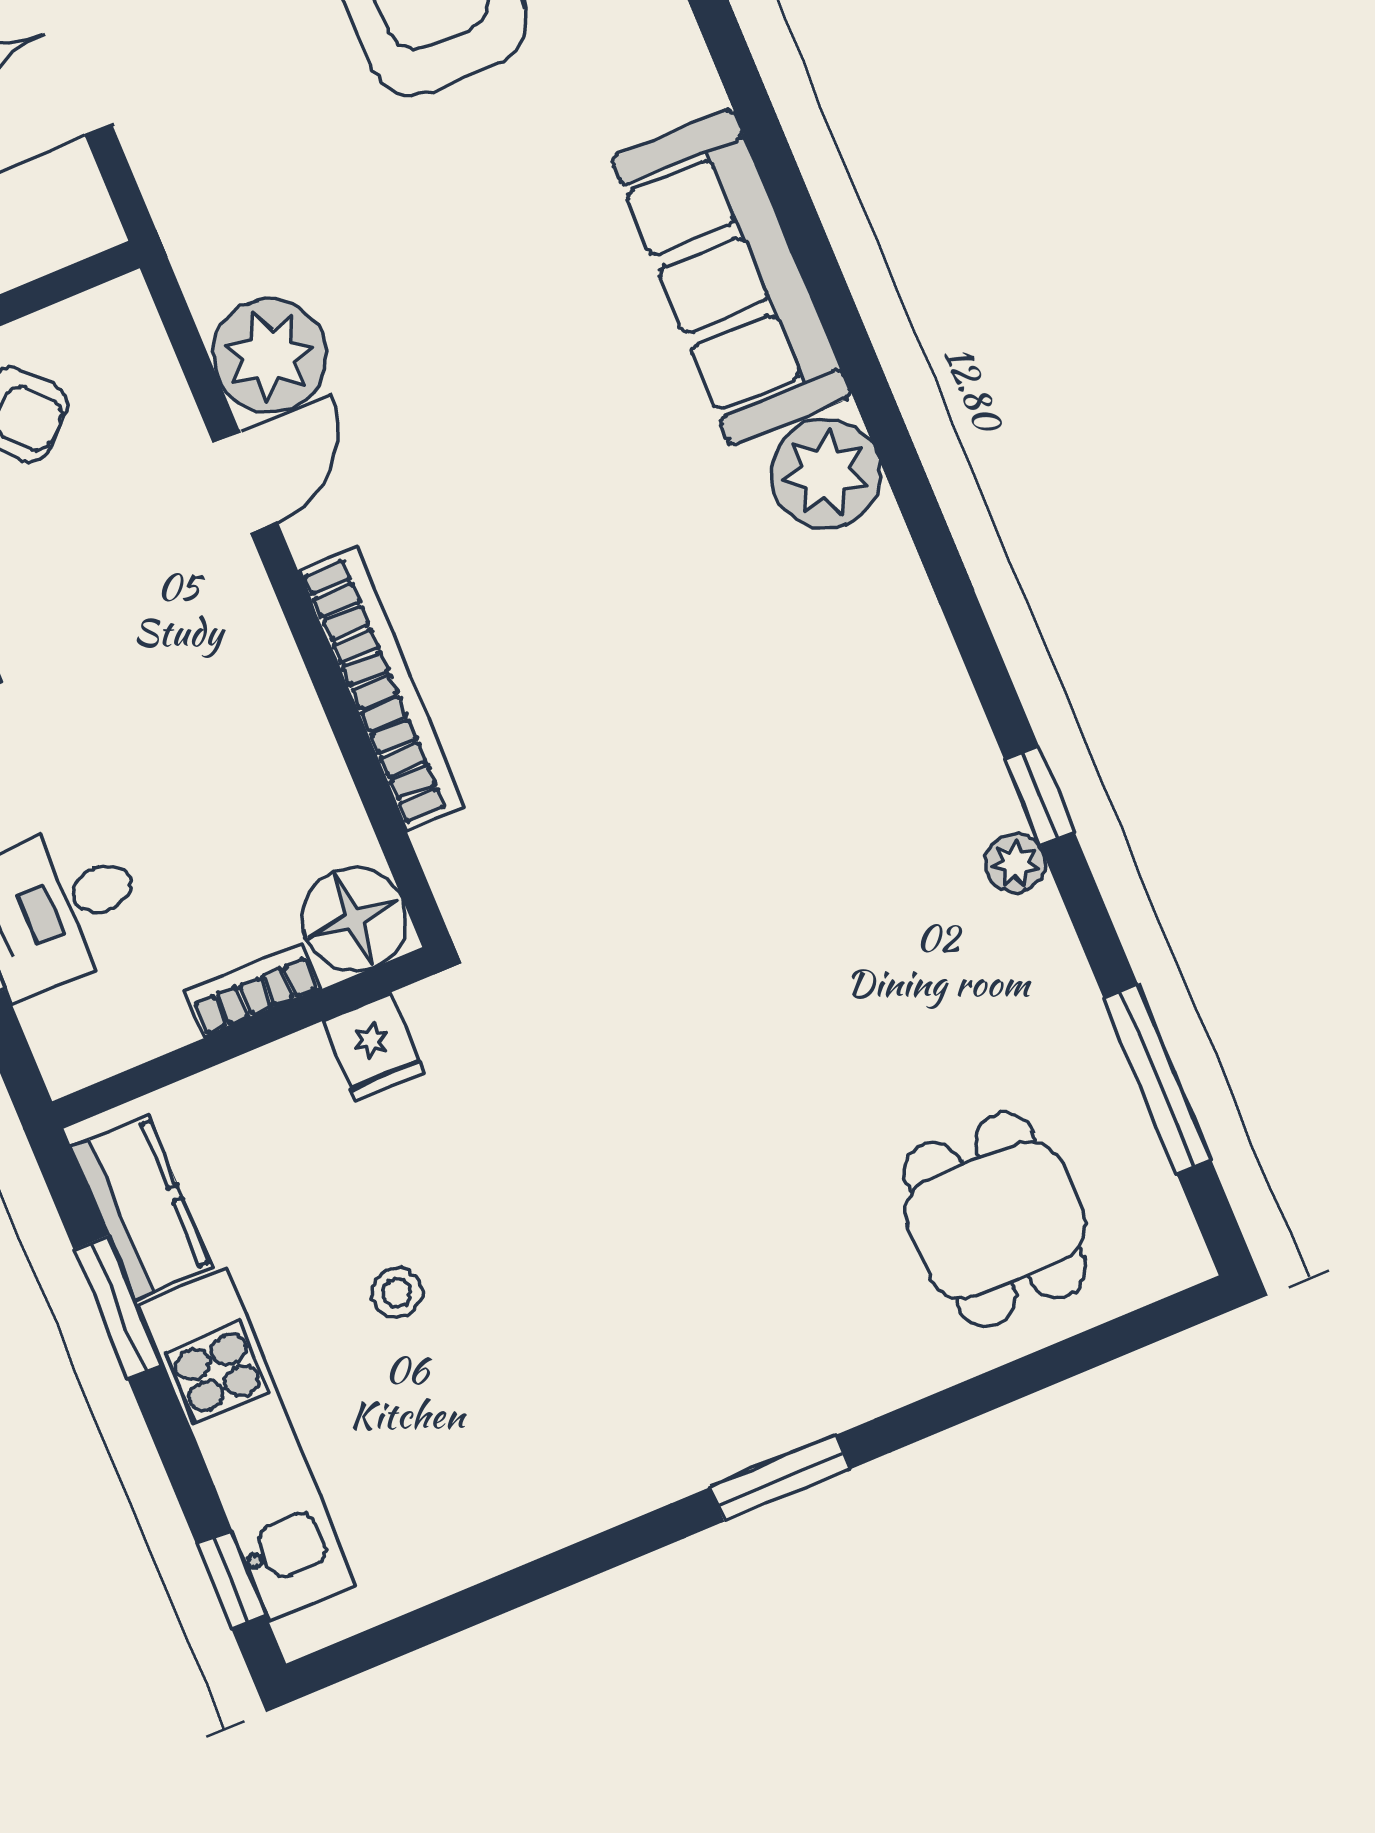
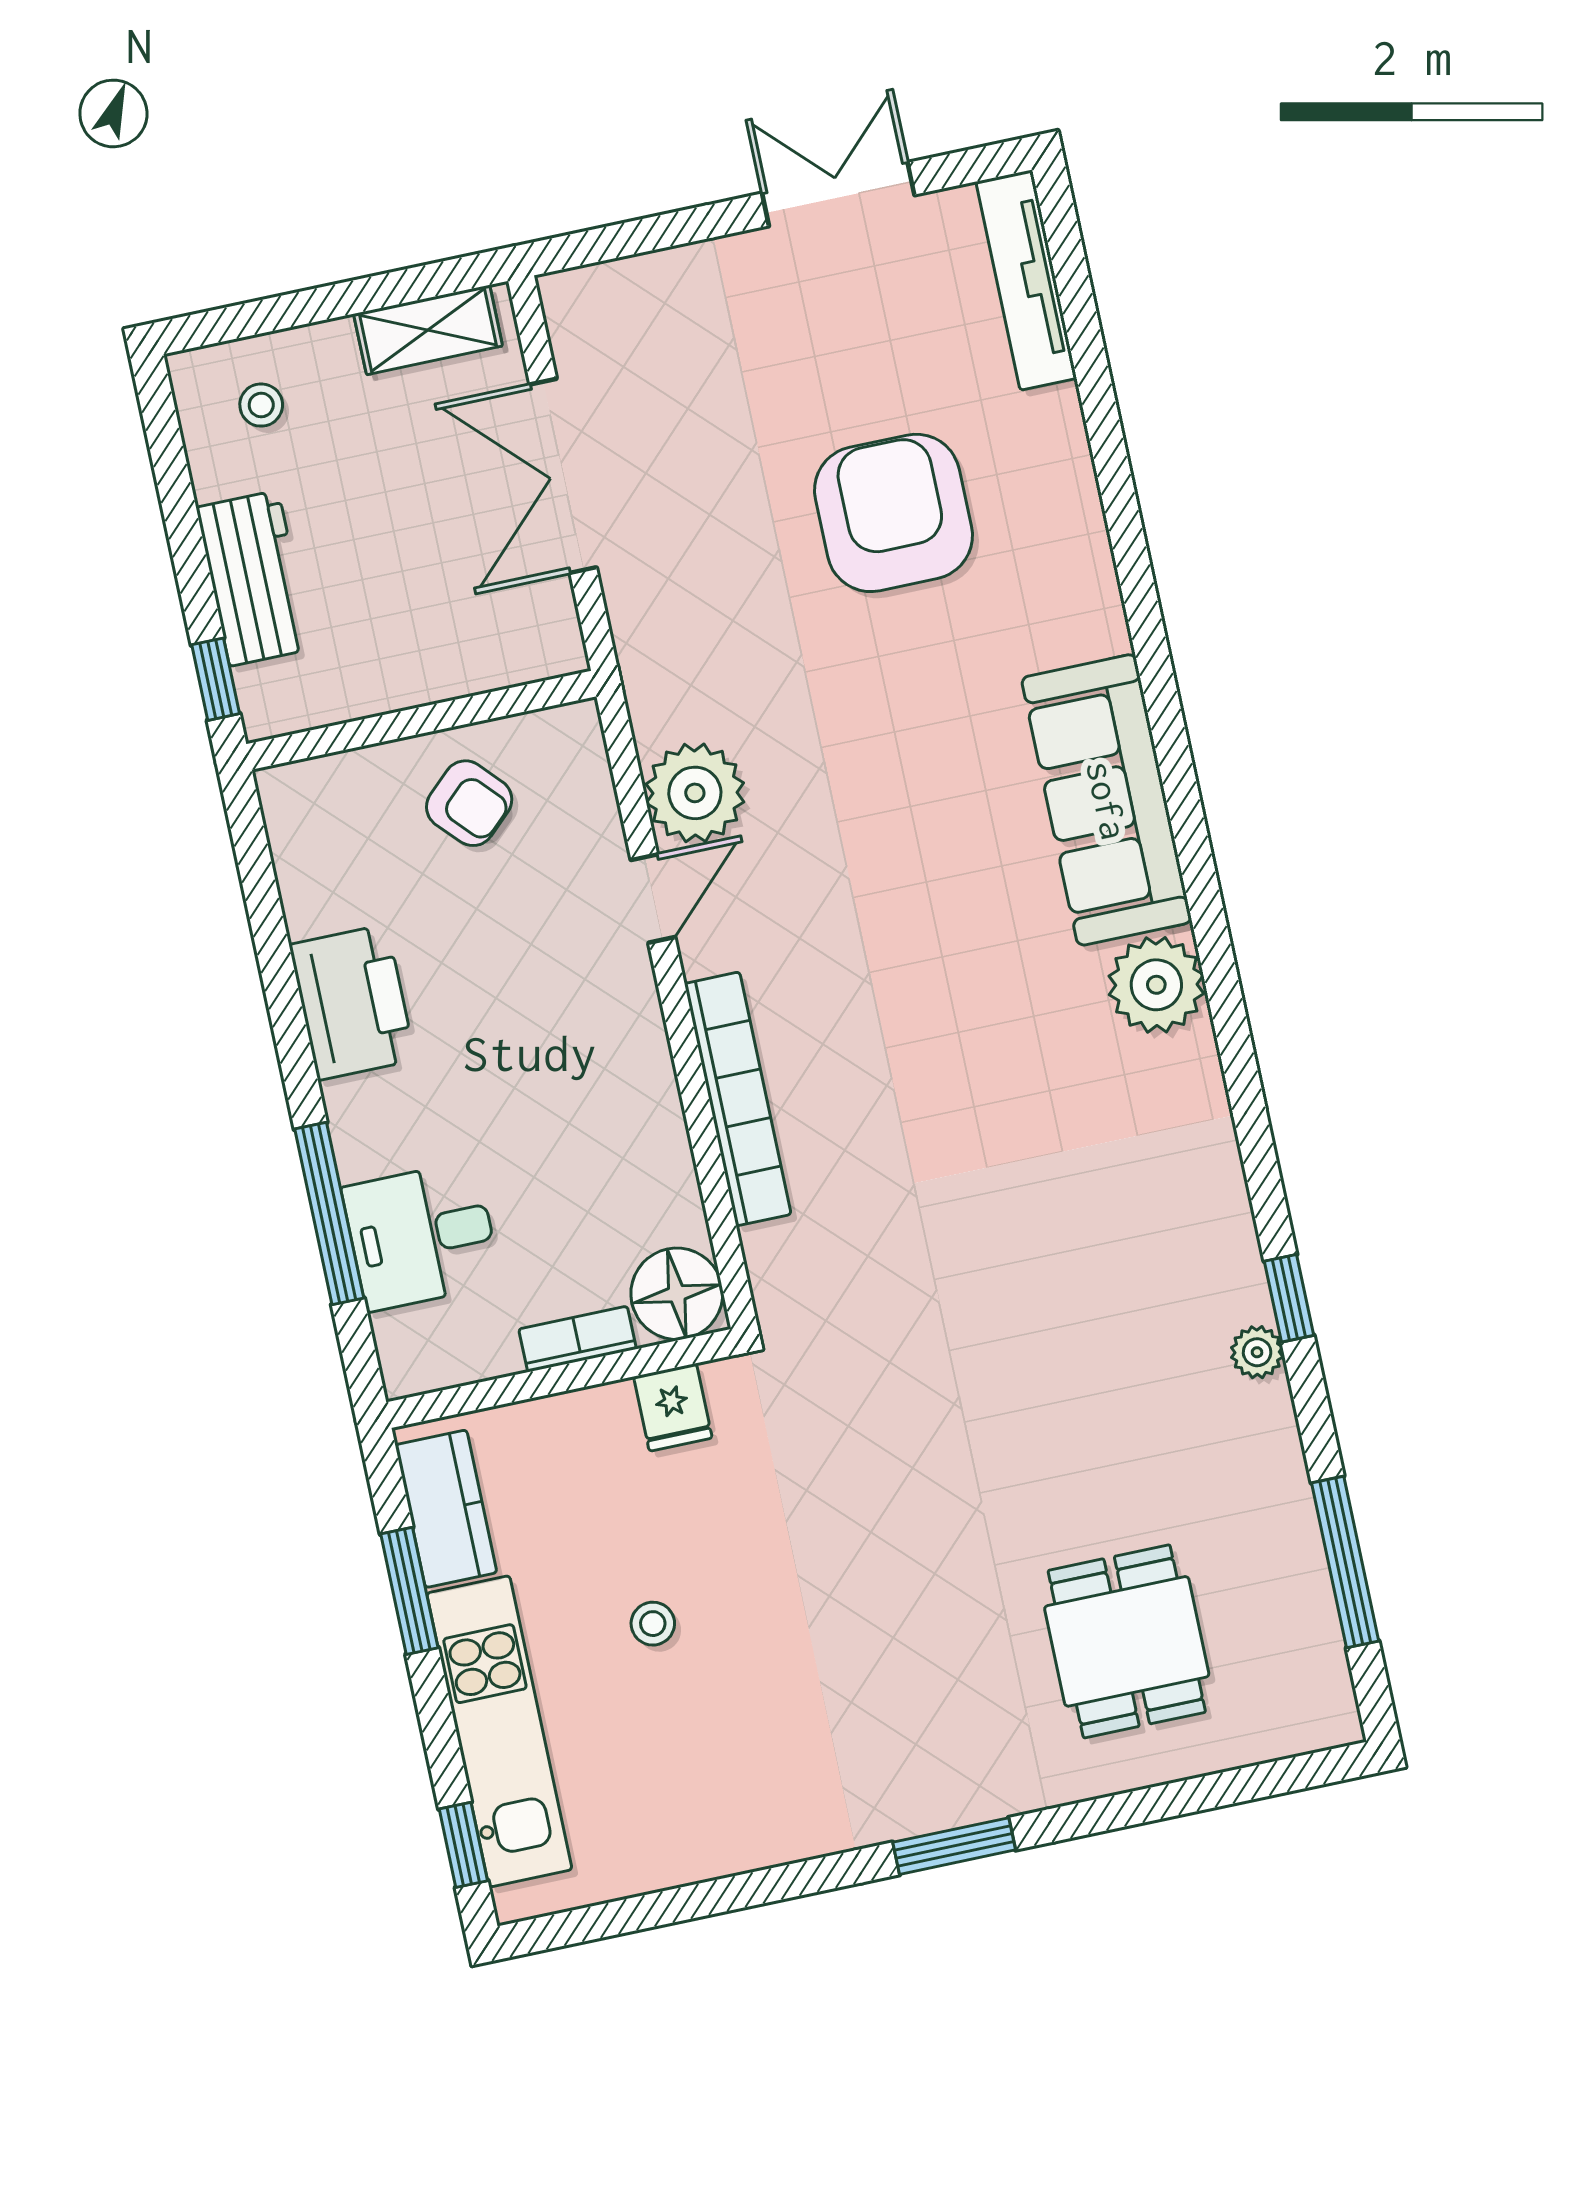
dining table: (995, 1220) -> (1127, 1641), moved

